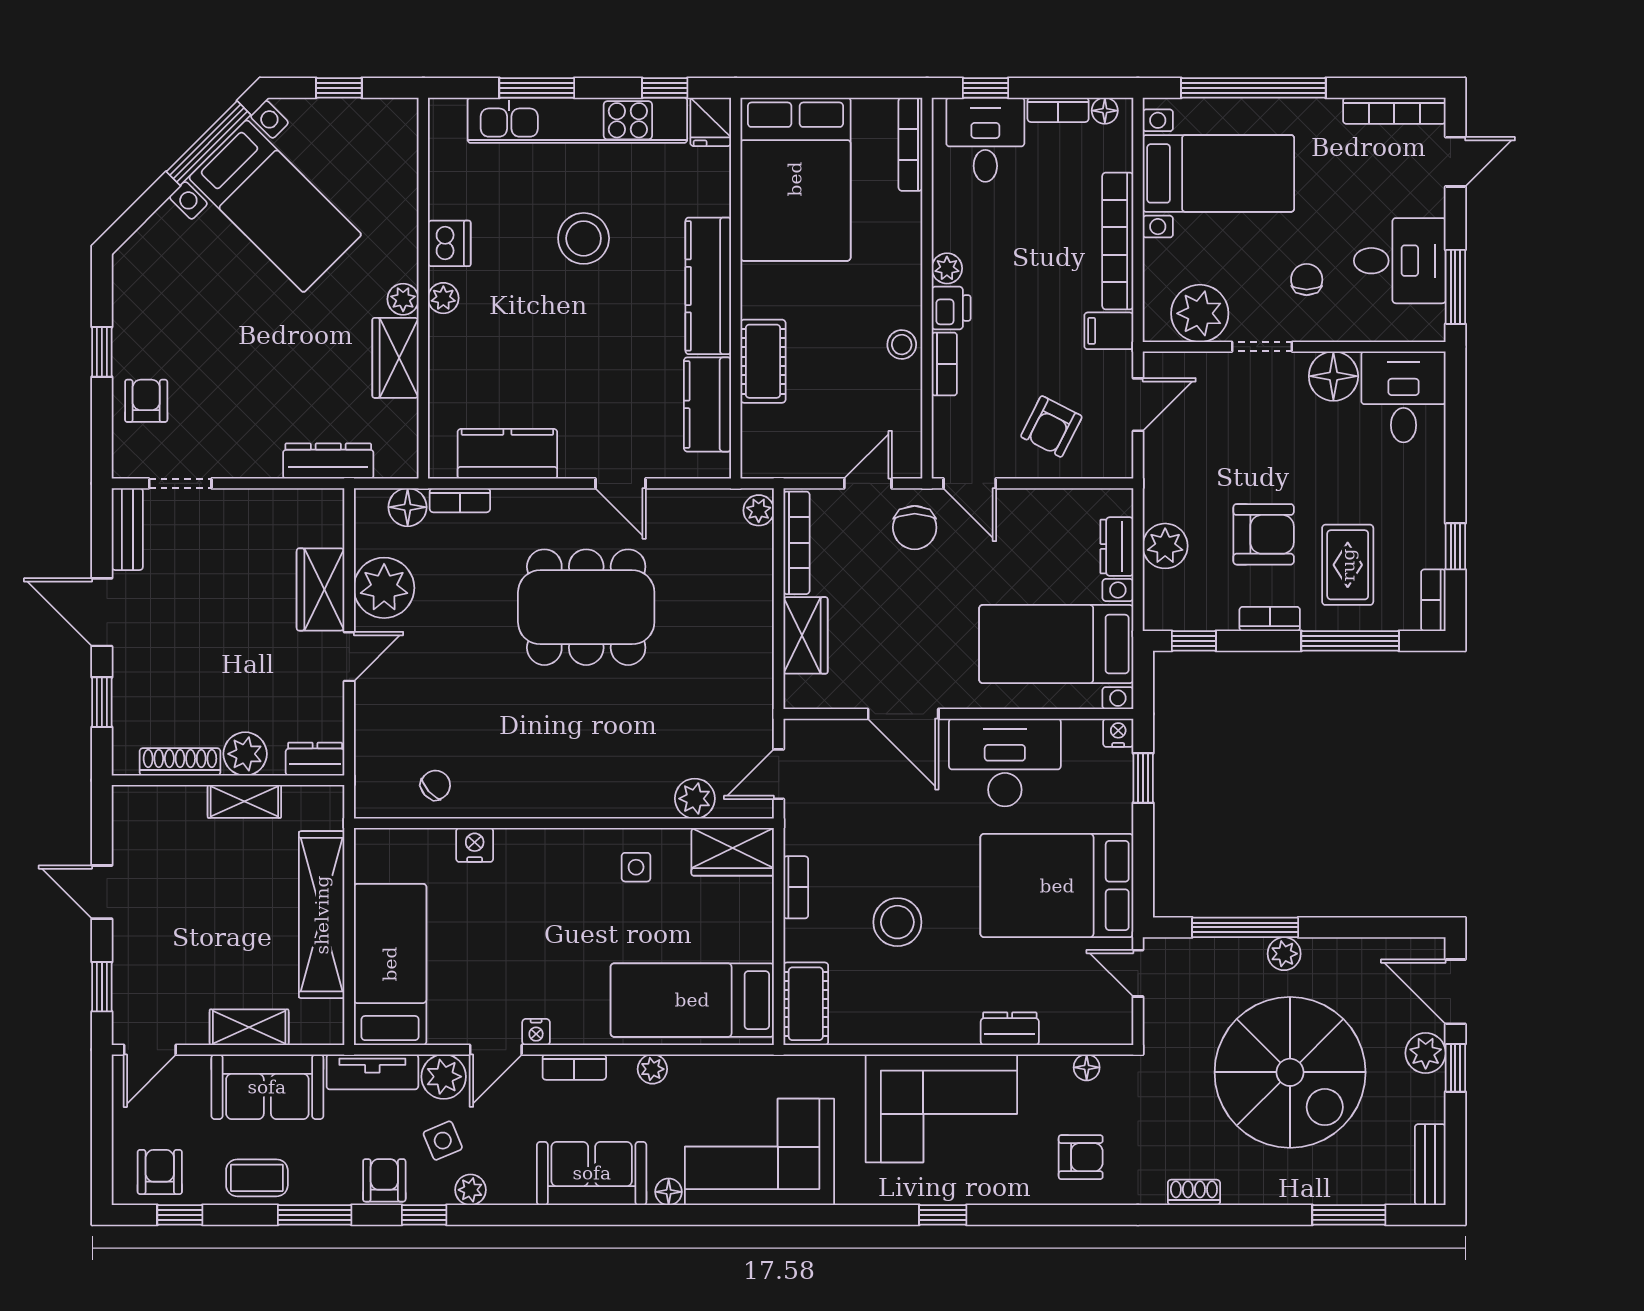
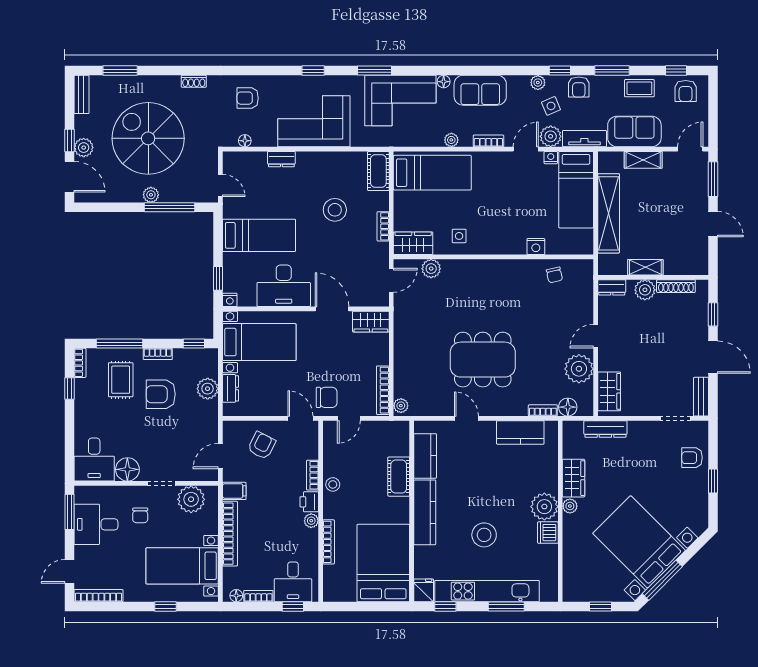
window: (1253, 88) -> (166, 607), width x0.32
bookcase: (910, 144) -> (329, 542), moved
bed with nightstands: (275, 206) -> (639, 542), width x1.36
plant: (443, 298) -> (544, 507), width x1.87, depth x1.87
armchair: (146, 401) -> (692, 458), turned 90
chair: (915, 528) -> (327, 397), turned 90
wardrobe: (321, 589) -> (609, 391), moved
wardrobe: (806, 635) -> (371, 322), moved, turned -90
chair: (435, 785) -> (554, 275), turned -61
bed: (1057, 886) -> (259, 235), width x0.67
window: (102, 987) -> (713, 179), width x1.50
nightstand: (536, 1032) -> (551, 158), moved
window: (814, 1215) -> (374, 71), added

